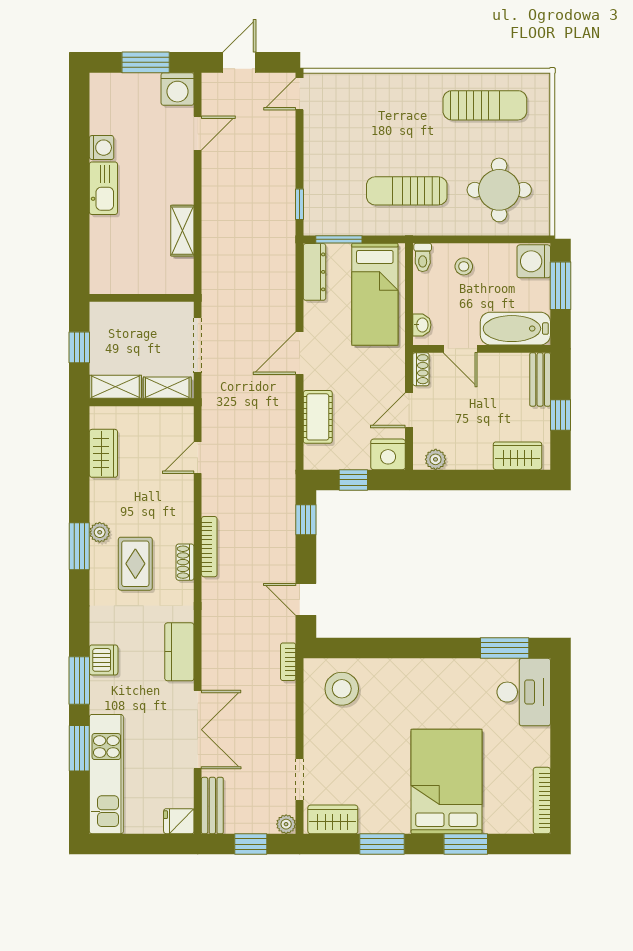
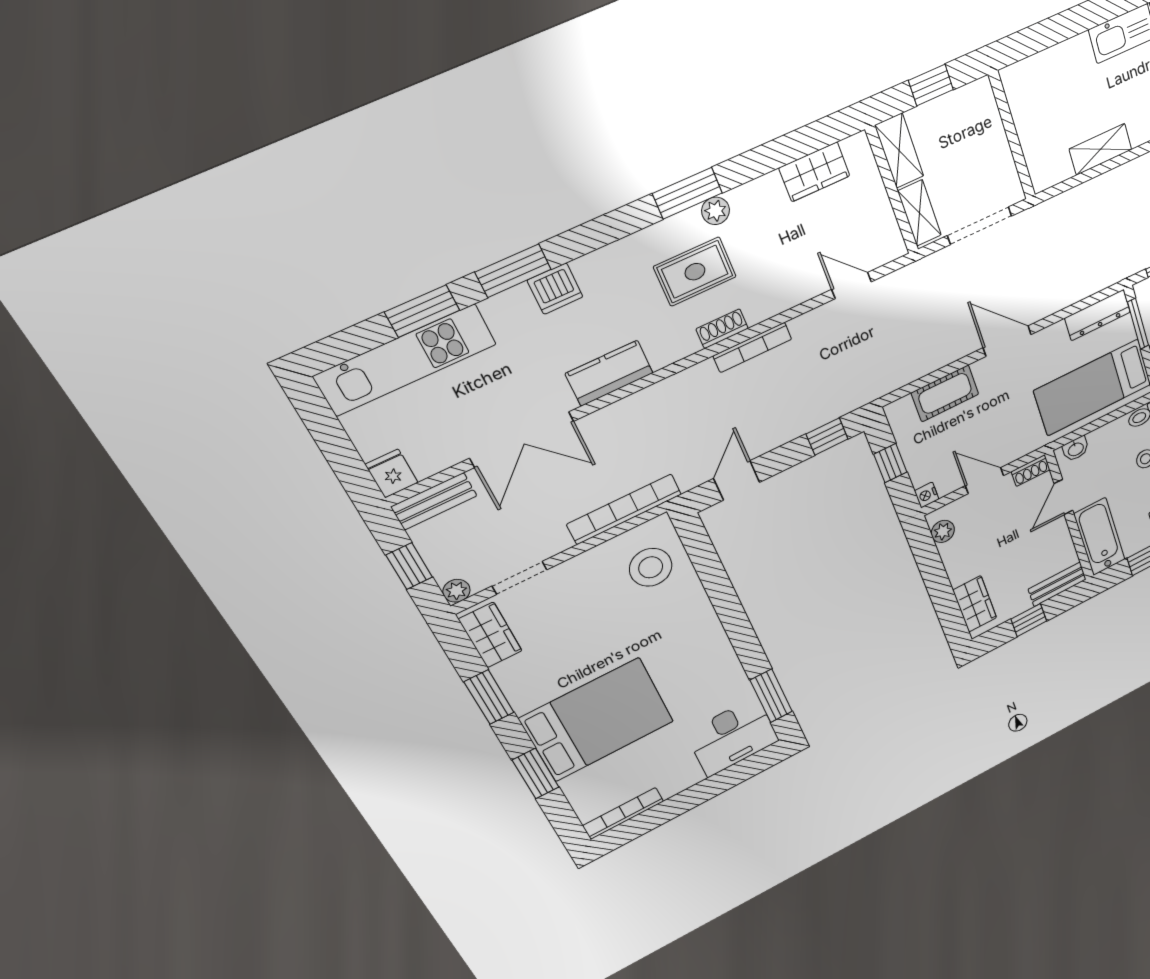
nightstand: (388, 454) -> (927, 495), width x0.53, depth x0.56
bookcase: (288, 662) -> (624, 509), width x2.31, depth x1.31

